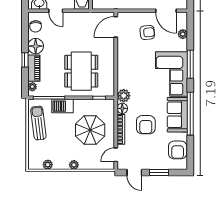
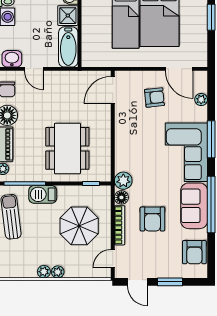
plant: (48, 165) -> (44, 272), moved

